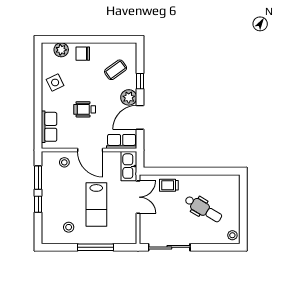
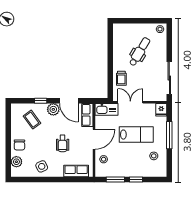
fridge: (128, 237) -> (161, 110), added

